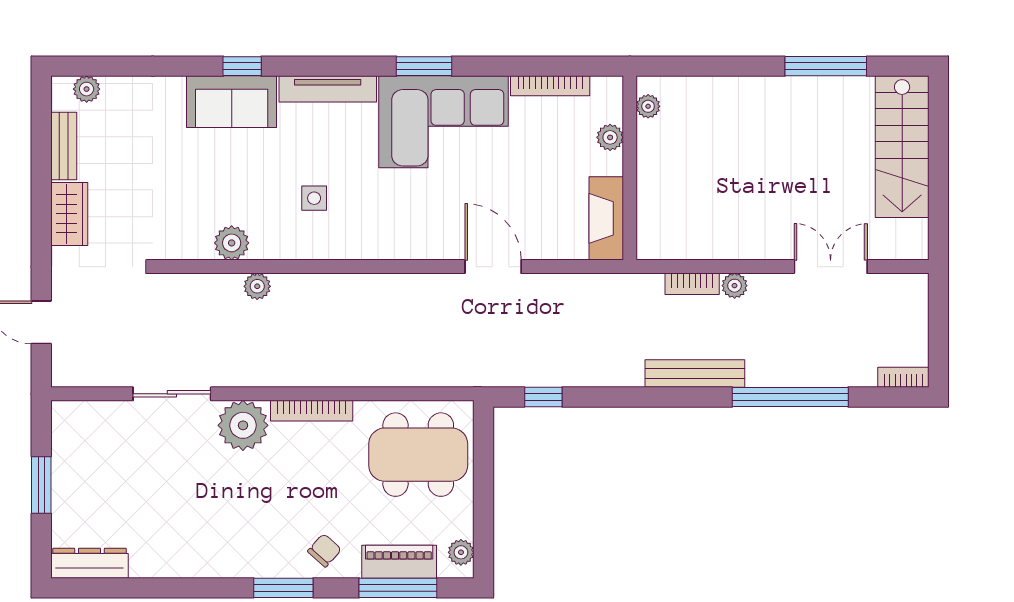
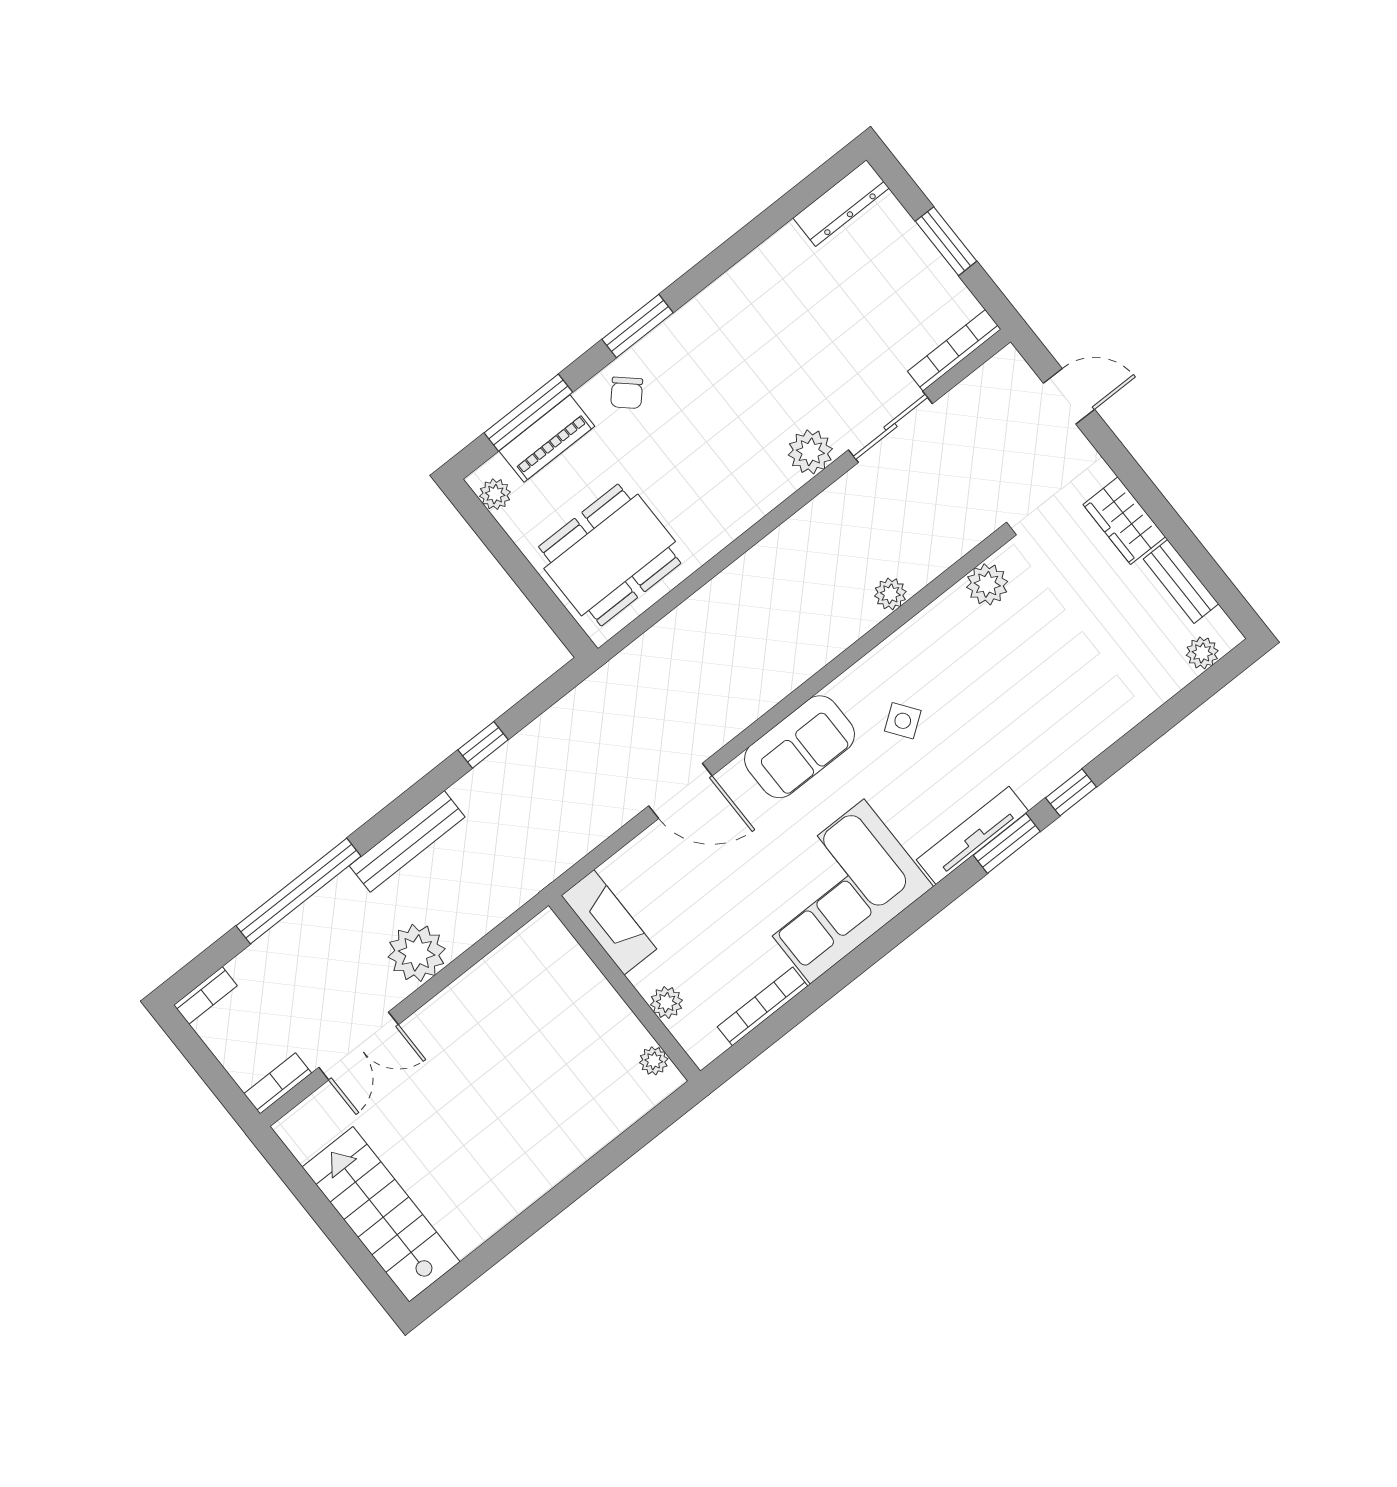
window: (424, 66) -> (1007, 843), moved
window: (826, 66) -> (515, 1233), removed
sofa: (232, 102) -> (799, 747), moved, turned 180
side table: (314, 198) -> (903, 721), turned -36
plant: (232, 243) -> (987, 584), moved
bookcase: (692, 284) -> (278, 1083), moved
plant: (735, 286) -> (417, 953), width x1.88, depth x1.88
window: (543, 397) -> (483, 745), moved
bookcase: (312, 411) -> (954, 350), moved
plant: (243, 425) -> (810, 452), width x0.73, depth x0.73

